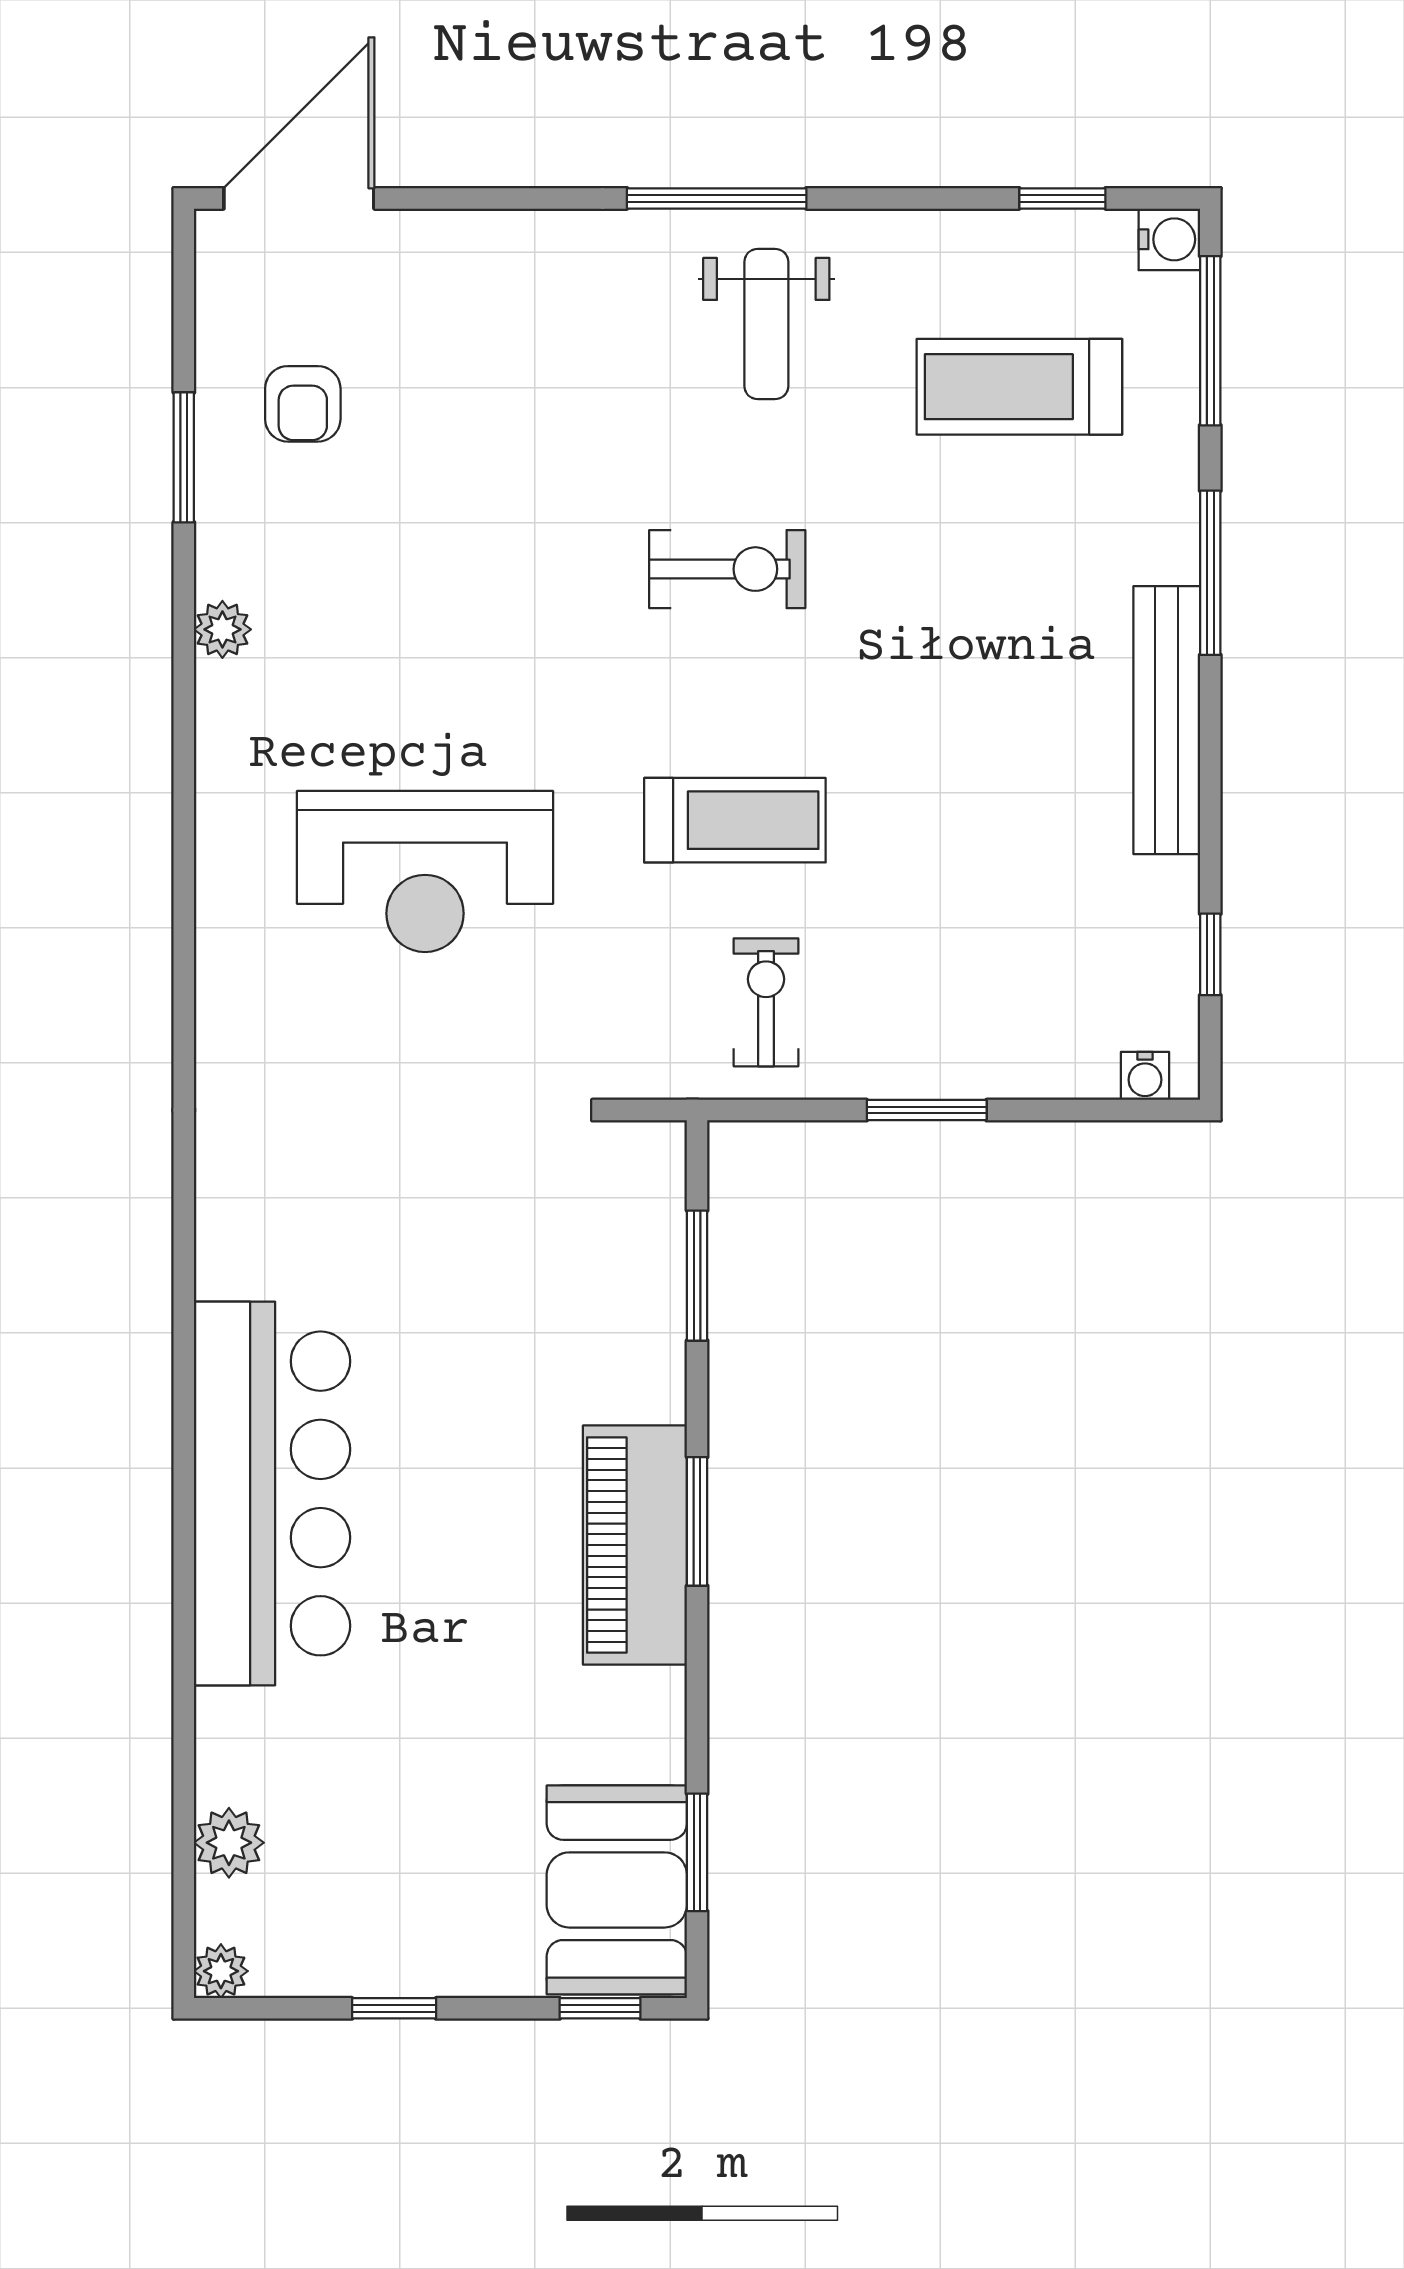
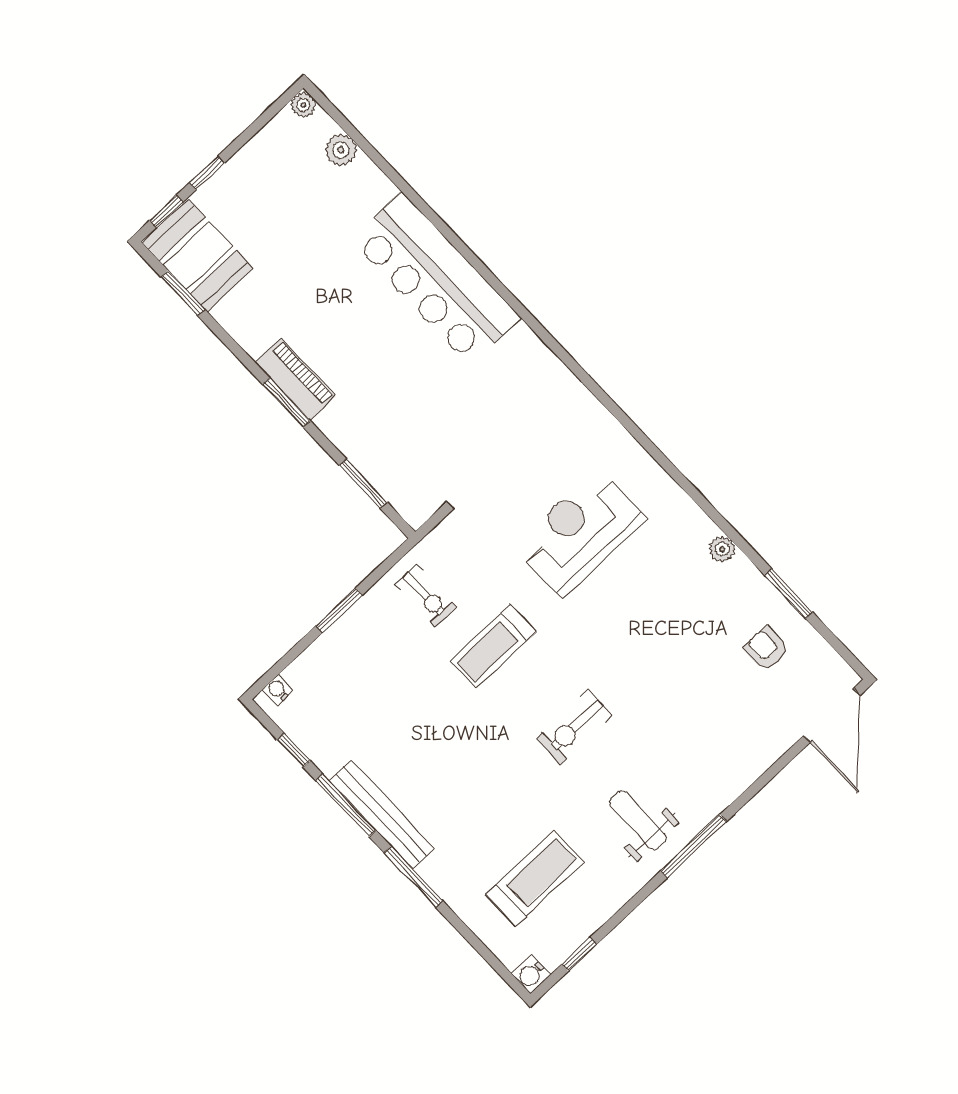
window: (1210, 341) -> (346, 805), moved
piano: (635, 1545) -> (295, 379), width x0.73, depth x0.75
window: (394, 2008) -> (207, 173), moved

